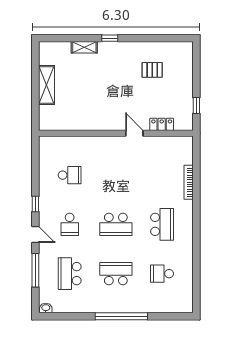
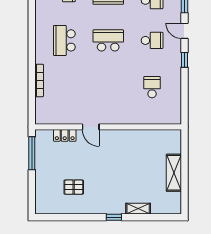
window: (196, 105) -> (32, 153), width x2.17
school desk: (70, 175) -> (152, 87), turned 90
school desk: (70, 224) -> (152, 40), turned 90

